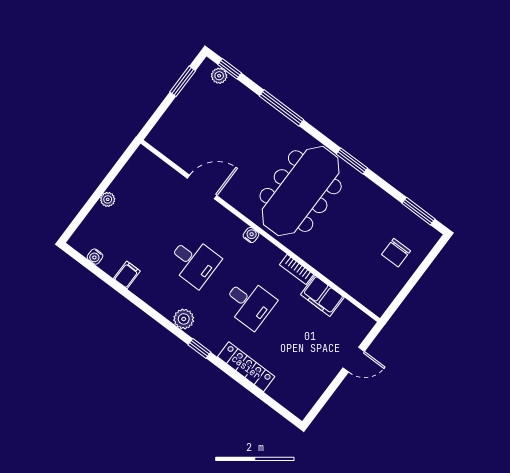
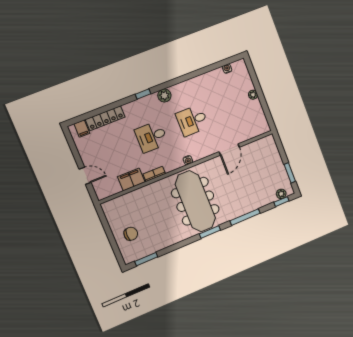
window: (352, 161) -> (210, 232), moved
chair: (396, 253) -> (131, 234), turned 90
filing cabinet: (127, 275) -> (82, 129), moved
door: (354, 360) -> (85, 176), swing flipped
locker: (246, 367) -> (105, 118), moved

